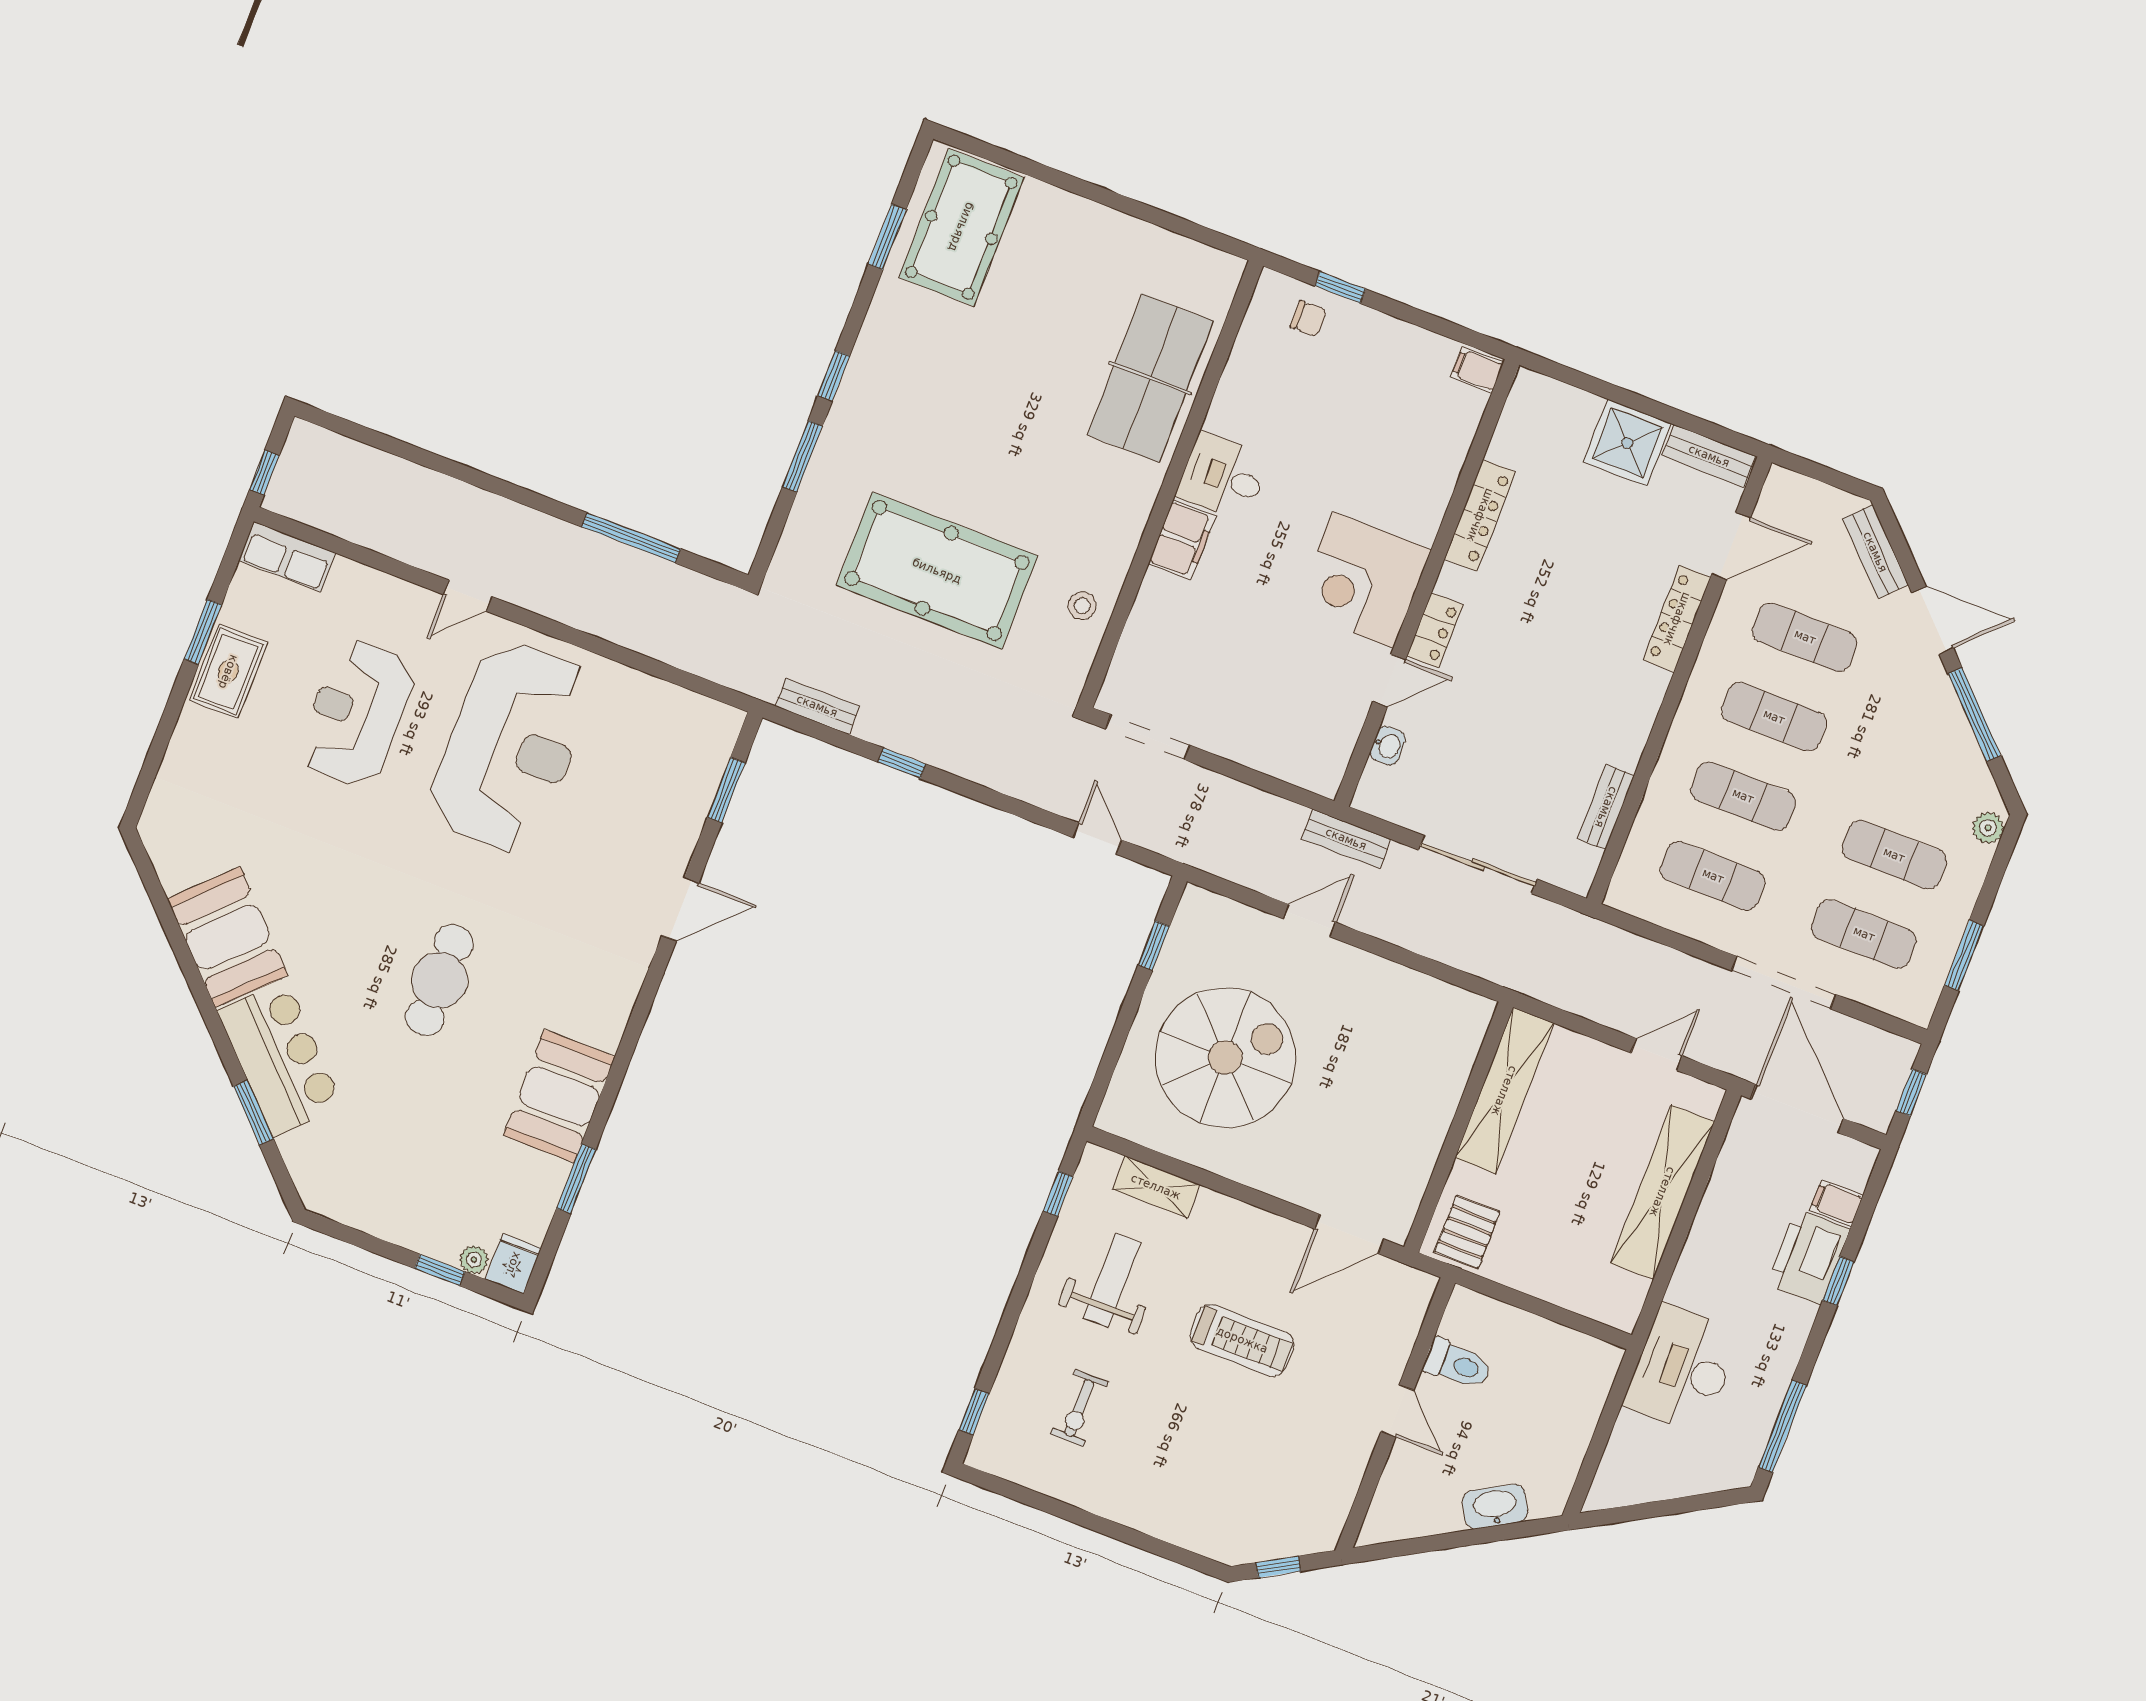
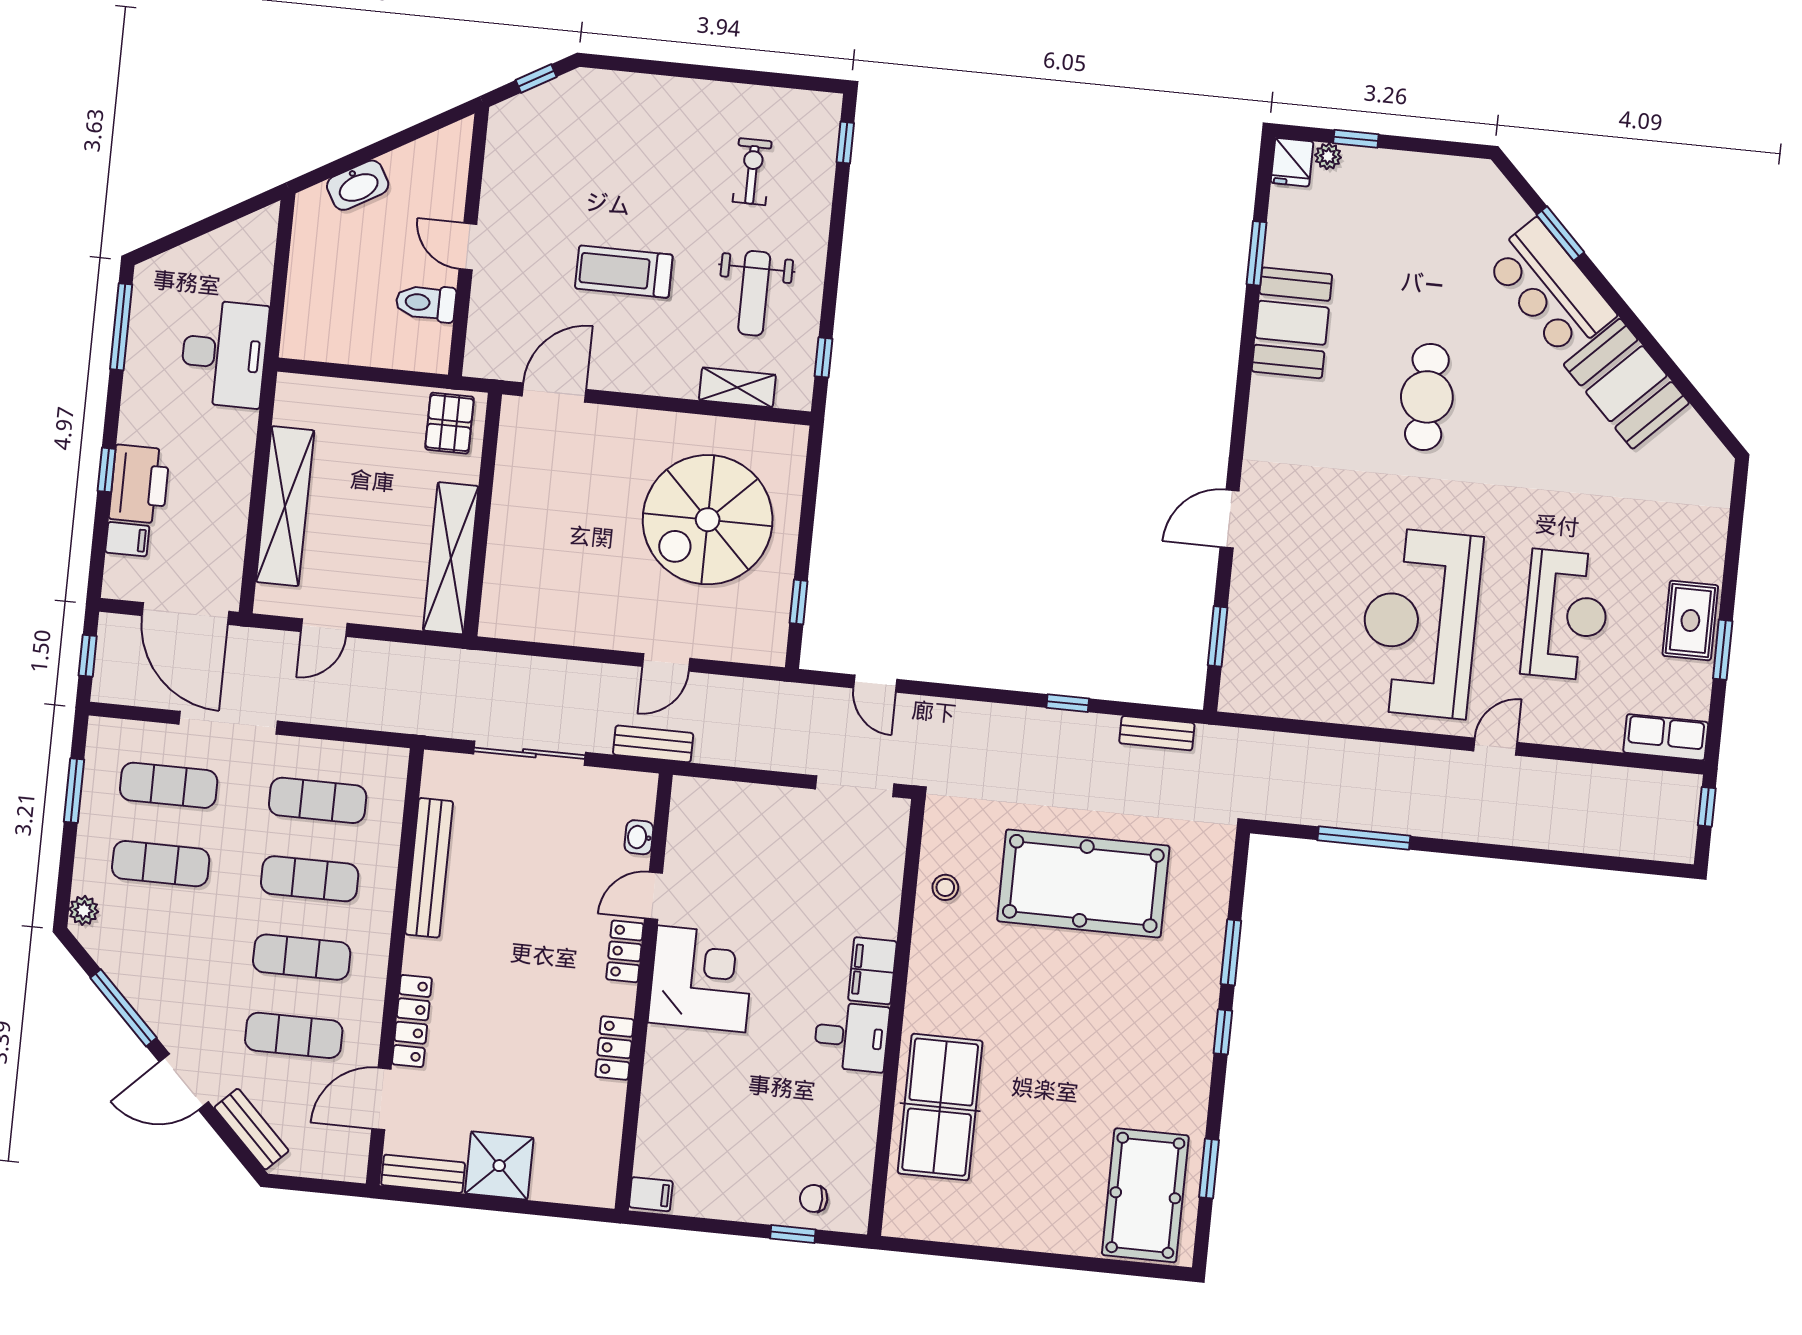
locker: (1480, 515) -> (615, 1048), width x0.66
bench: (1606, 807) -> (429, 868), width x1.86, depth x1.21

